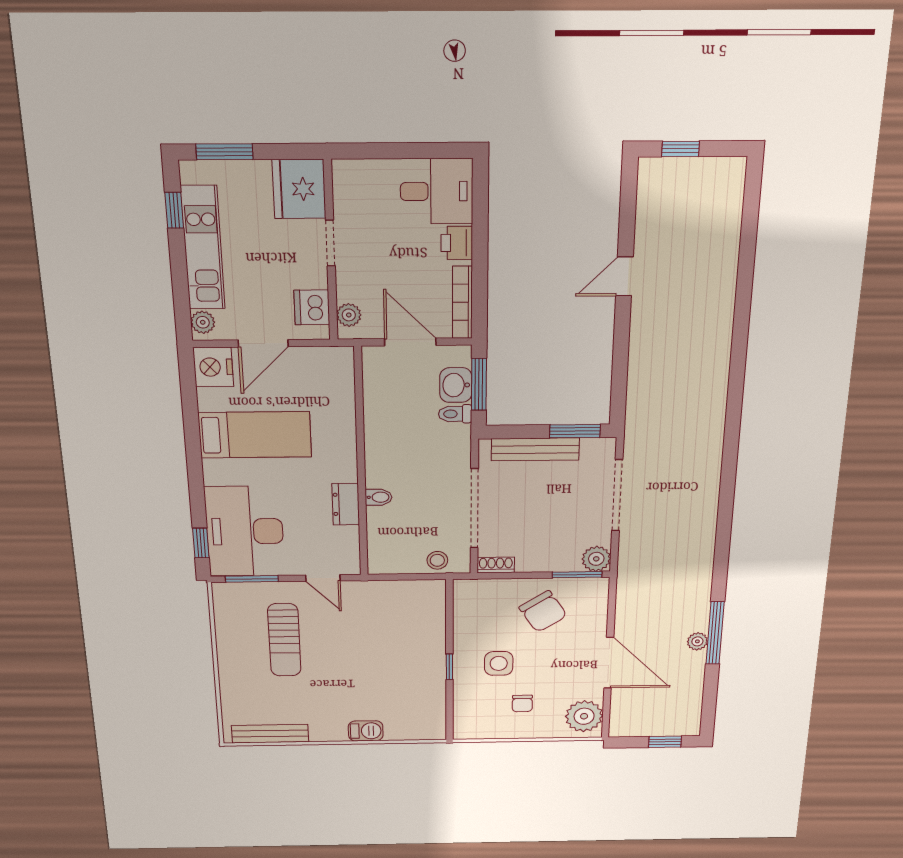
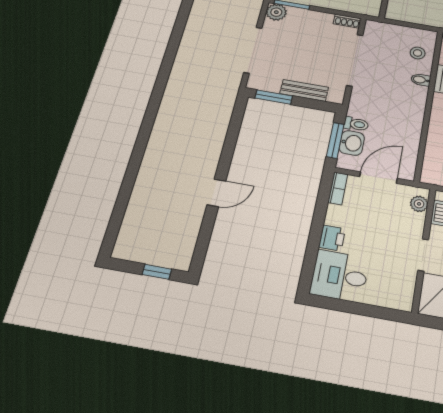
bookcase: (462, 302) -> (338, 188), width x0.64
door: (410, 342) -> (378, 178), swing flipped
bench: (535, 449) -> (304, 90), width x0.73
stool: (437, 560) -> (418, 53), moved

